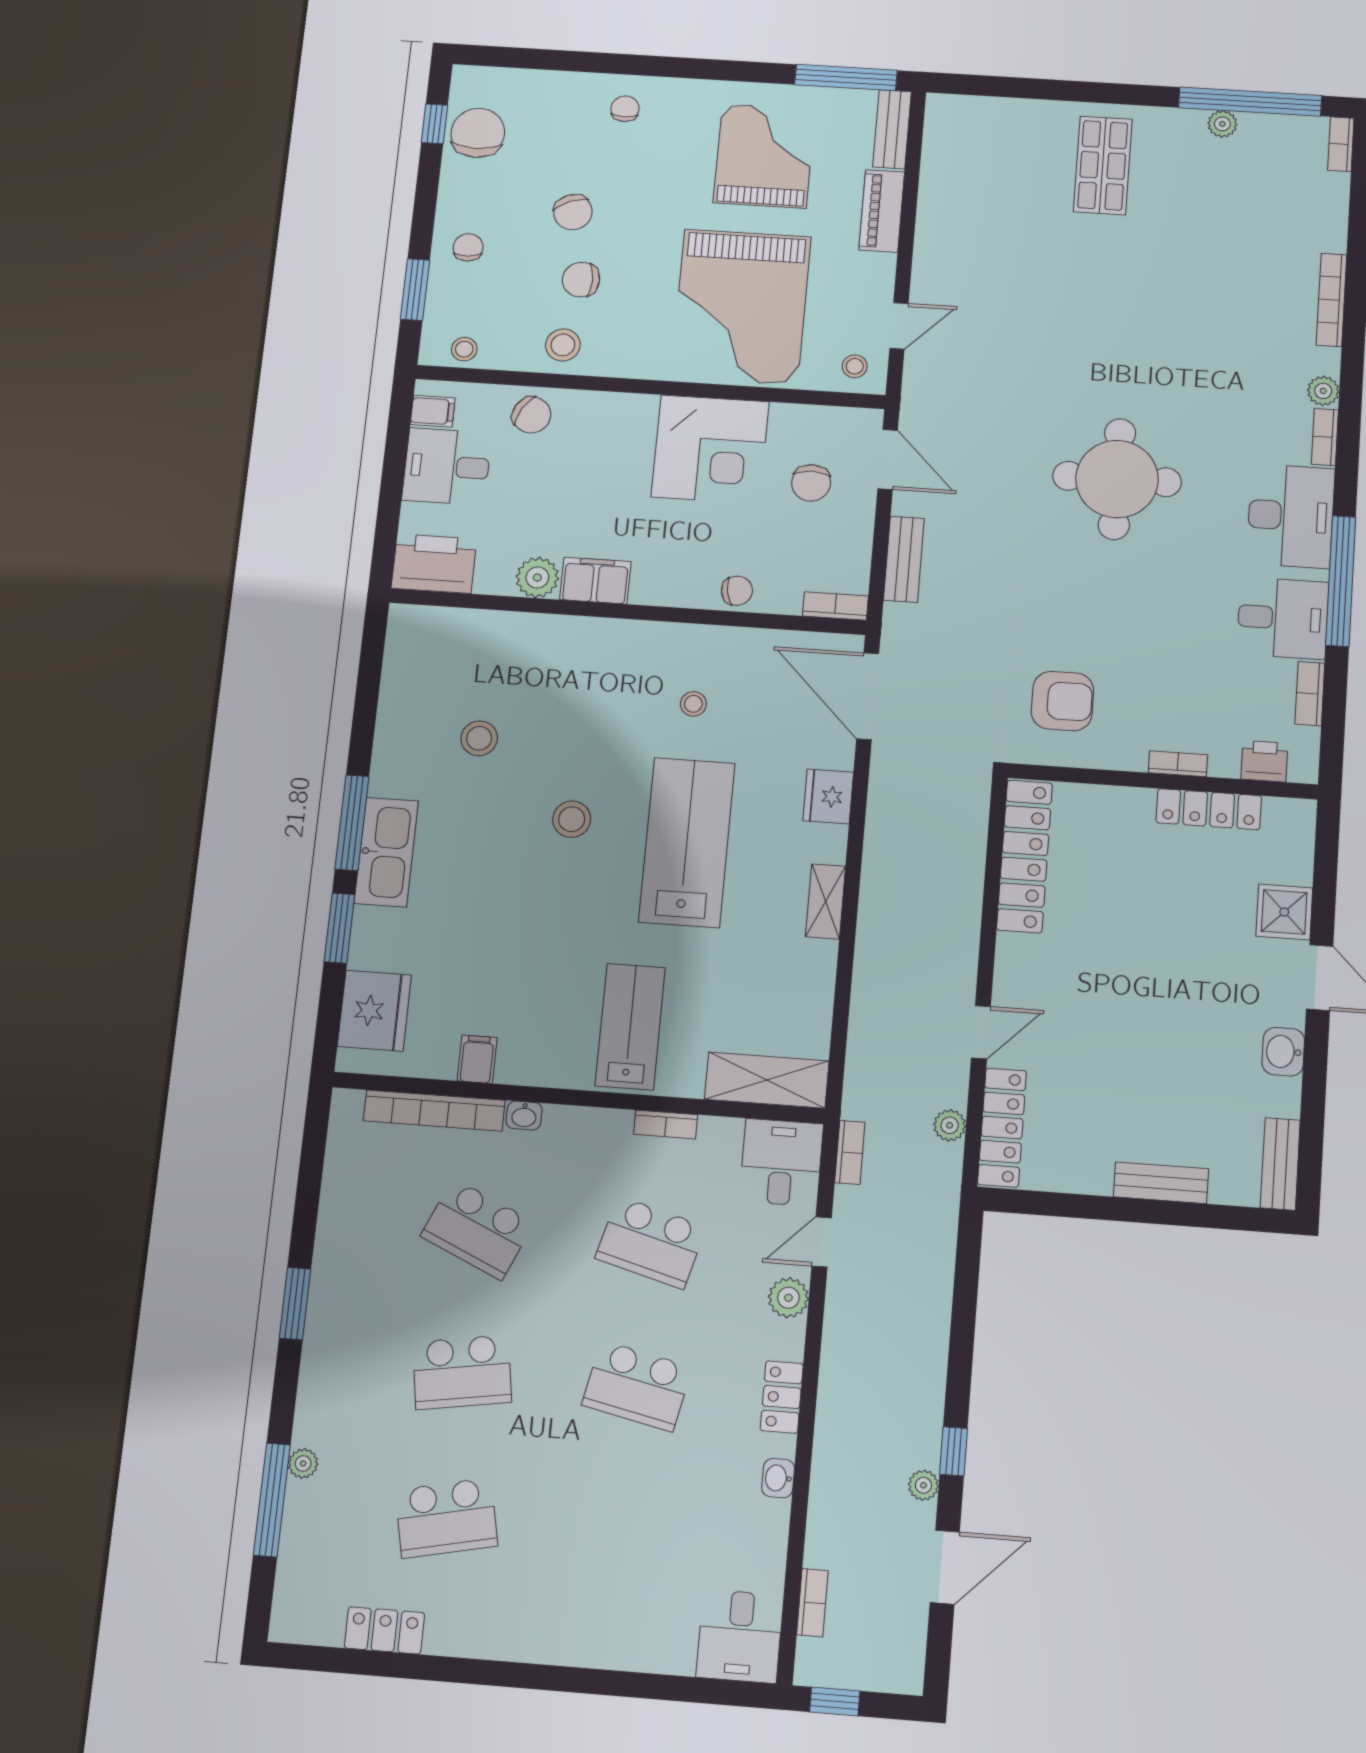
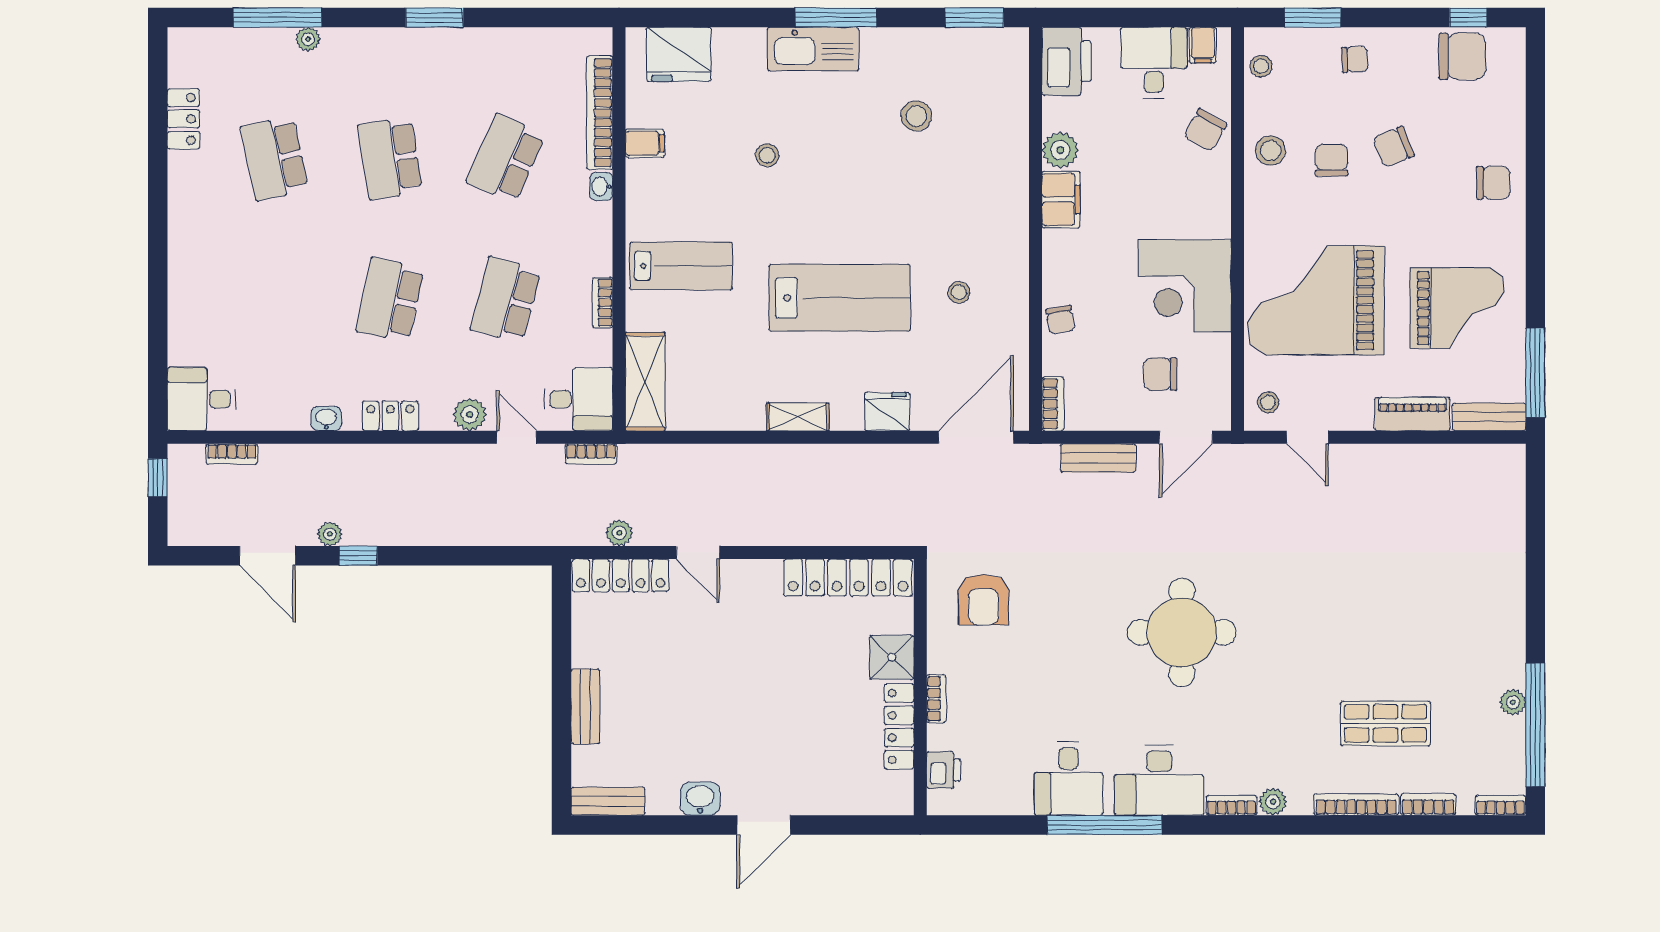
chair: (625, 109) -> (1493, 183), width x1.37, depth x1.37
shop shelf: (1103, 165) -> (1385, 723), moved
bookcase: (1310, 694) -> (1428, 804), moved
stool: (572, 819) -> (767, 155), moved, width x0.73, depth x0.73
shower: (1284, 912) -> (892, 657), moved
window: (339, 928) -> (974, 18), moved

